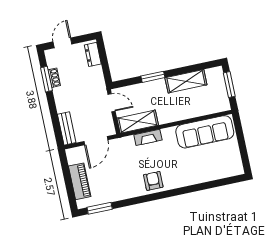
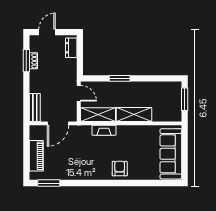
shelving: (186, 81) -> (134, 115), moved
sofa: (205, 132) -> (171, 154), moved, turned 90
armchair: (153, 181) -> (120, 169), moved

